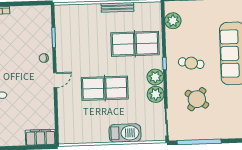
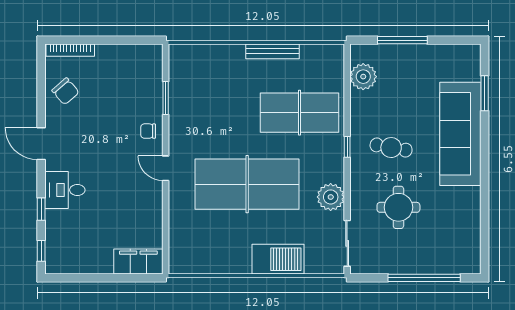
plant: (155, 77) -> (331, 169), removed
door: (55, 80) -> (166, 168), swing flipped
table tennis table: (105, 88) -> (247, 184), width x1.36, depth x1.32
round table: (197, 99) -> (398, 207), turned -36
window: (199, 142) -> (424, 278), moved

